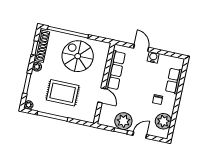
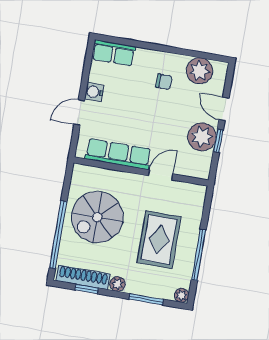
row of seats: (174, 81) -> (114, 53), moved

